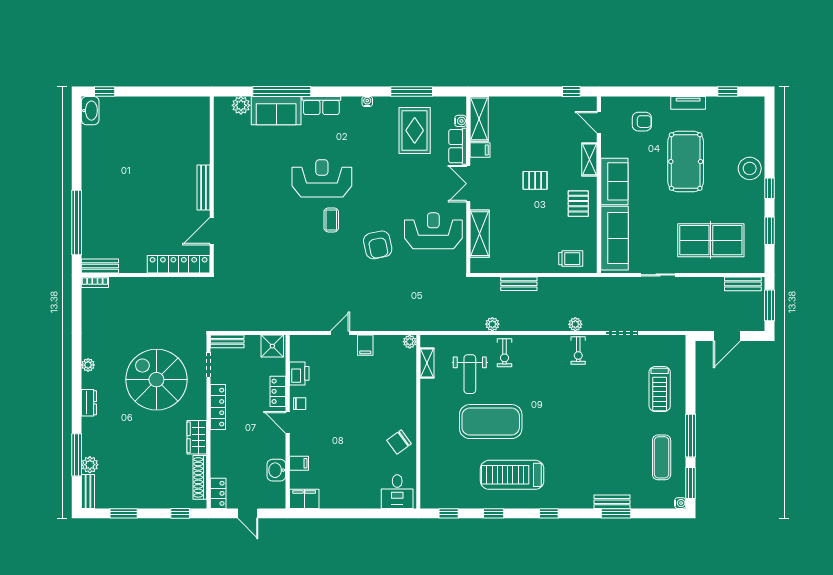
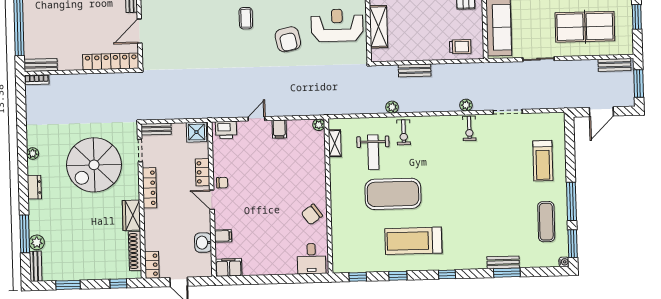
printer: (299, 373) -> (226, 130), moved, turned 90
spiral stairs: (156, 380) -> (94, 165), turned -90

